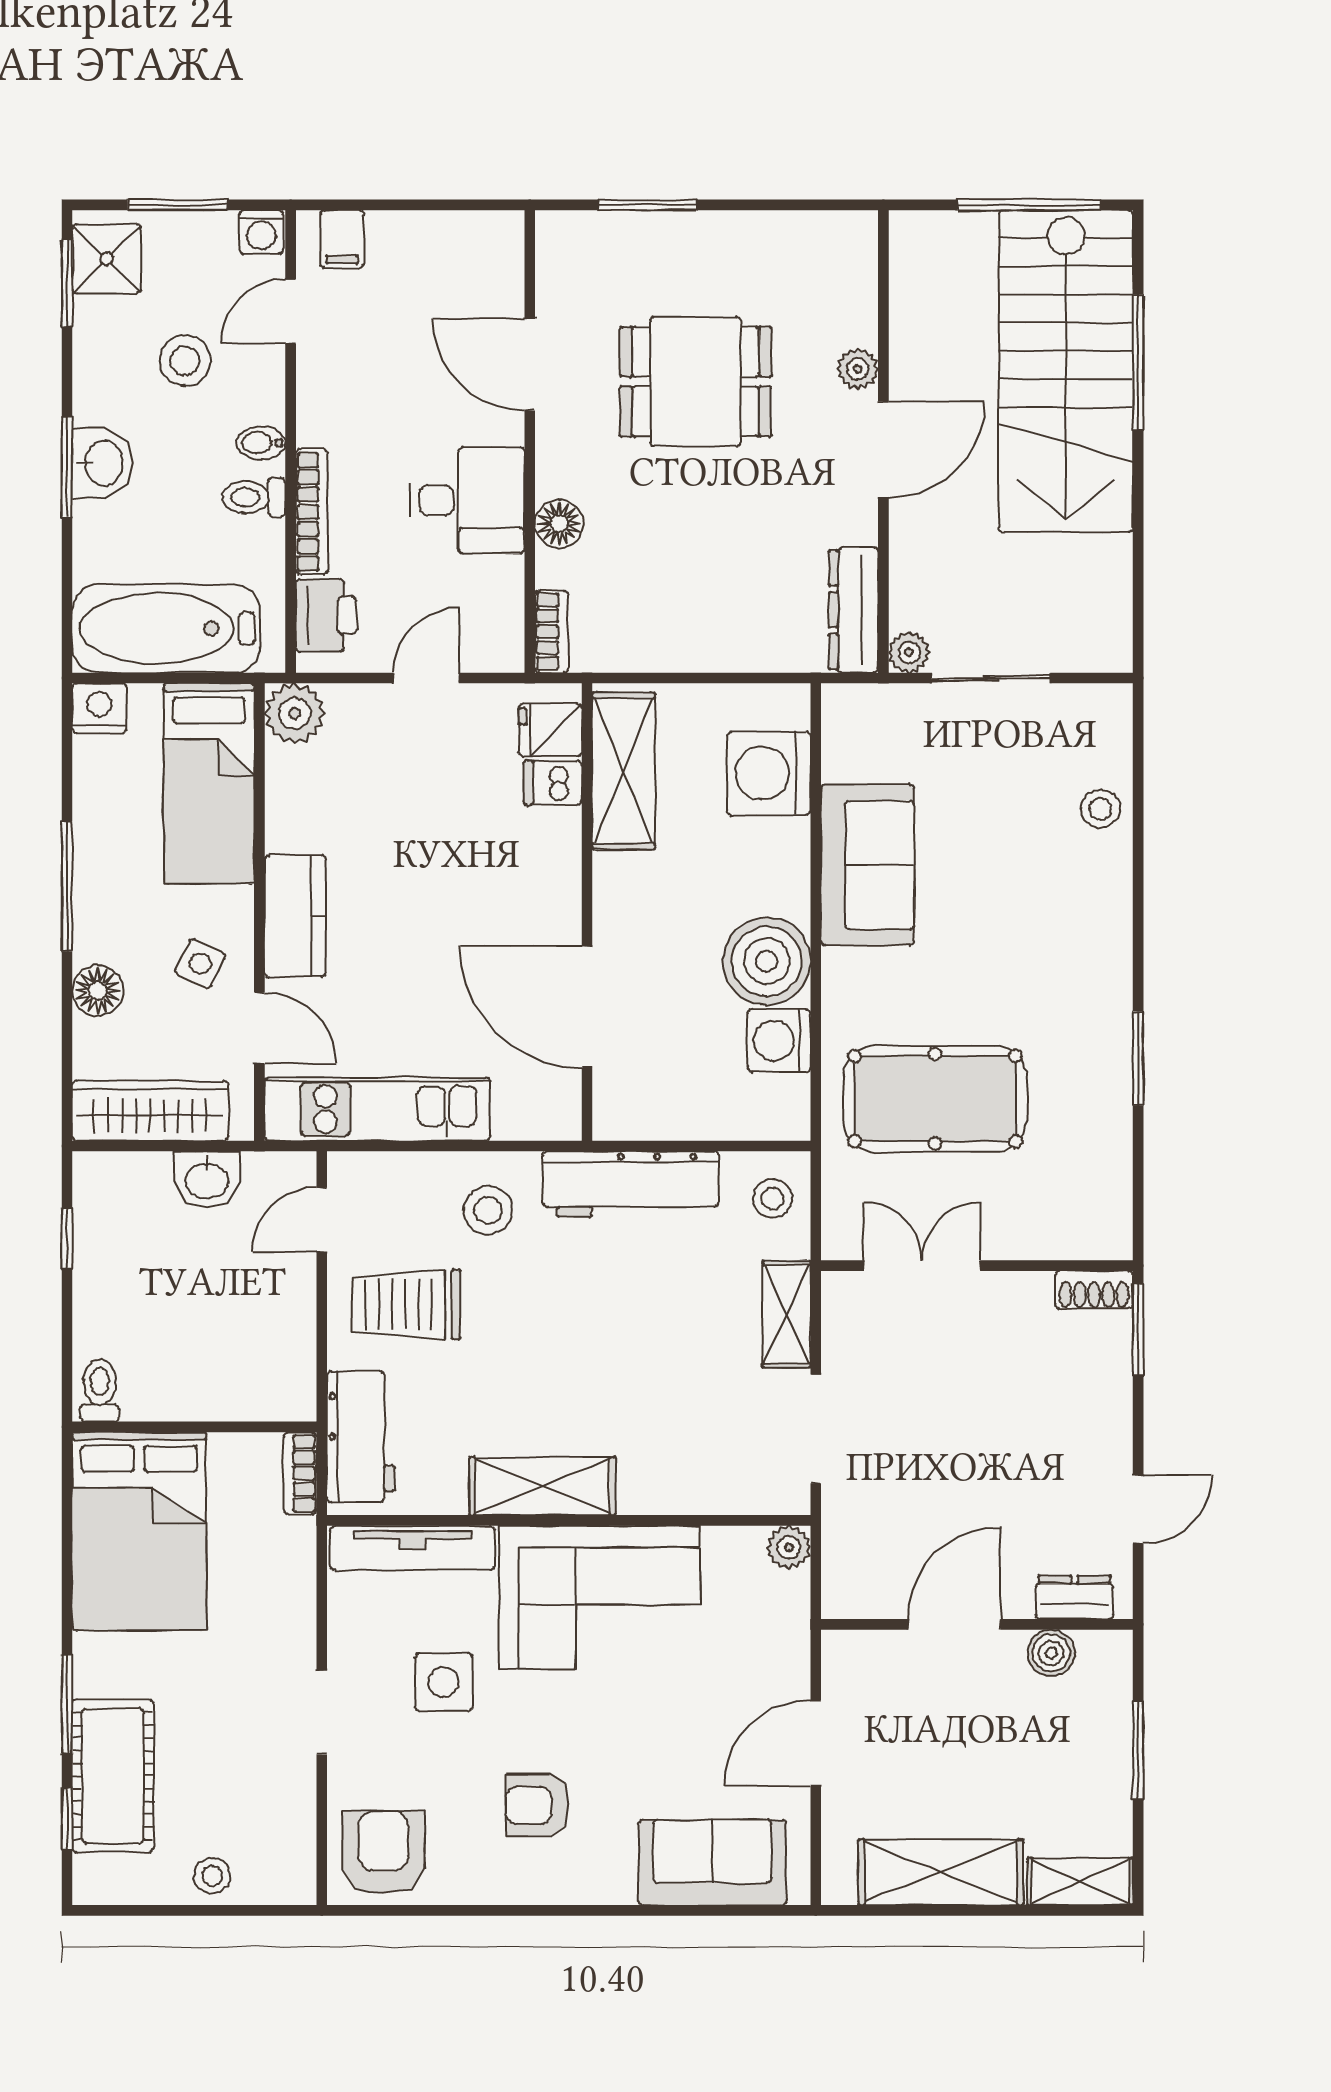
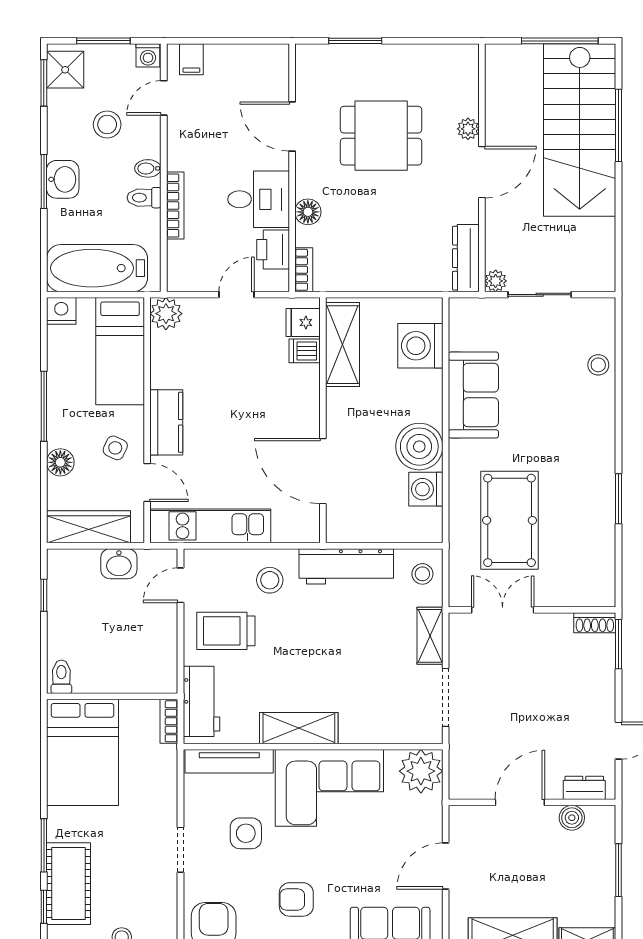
printer: (326, 615) -> (273, 250), moved, turned 180
pool table: (935, 1099) -> (510, 520), turned 90
plant: (789, 1547) -> (421, 771), width x1.87, depth x1.87

